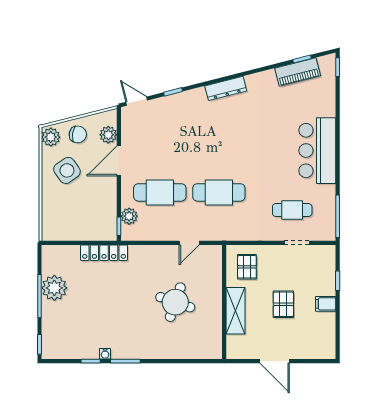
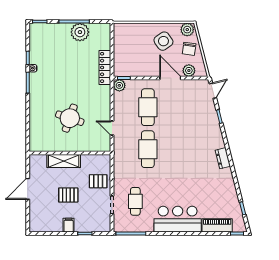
piano: (298, 72) -> (217, 225), moved, turned 104
dresser: (226, 88) -> (223, 158), width x0.70
plant: (129, 216) -> (119, 85), moved
pallet: (247, 267) -> (98, 181), moved

